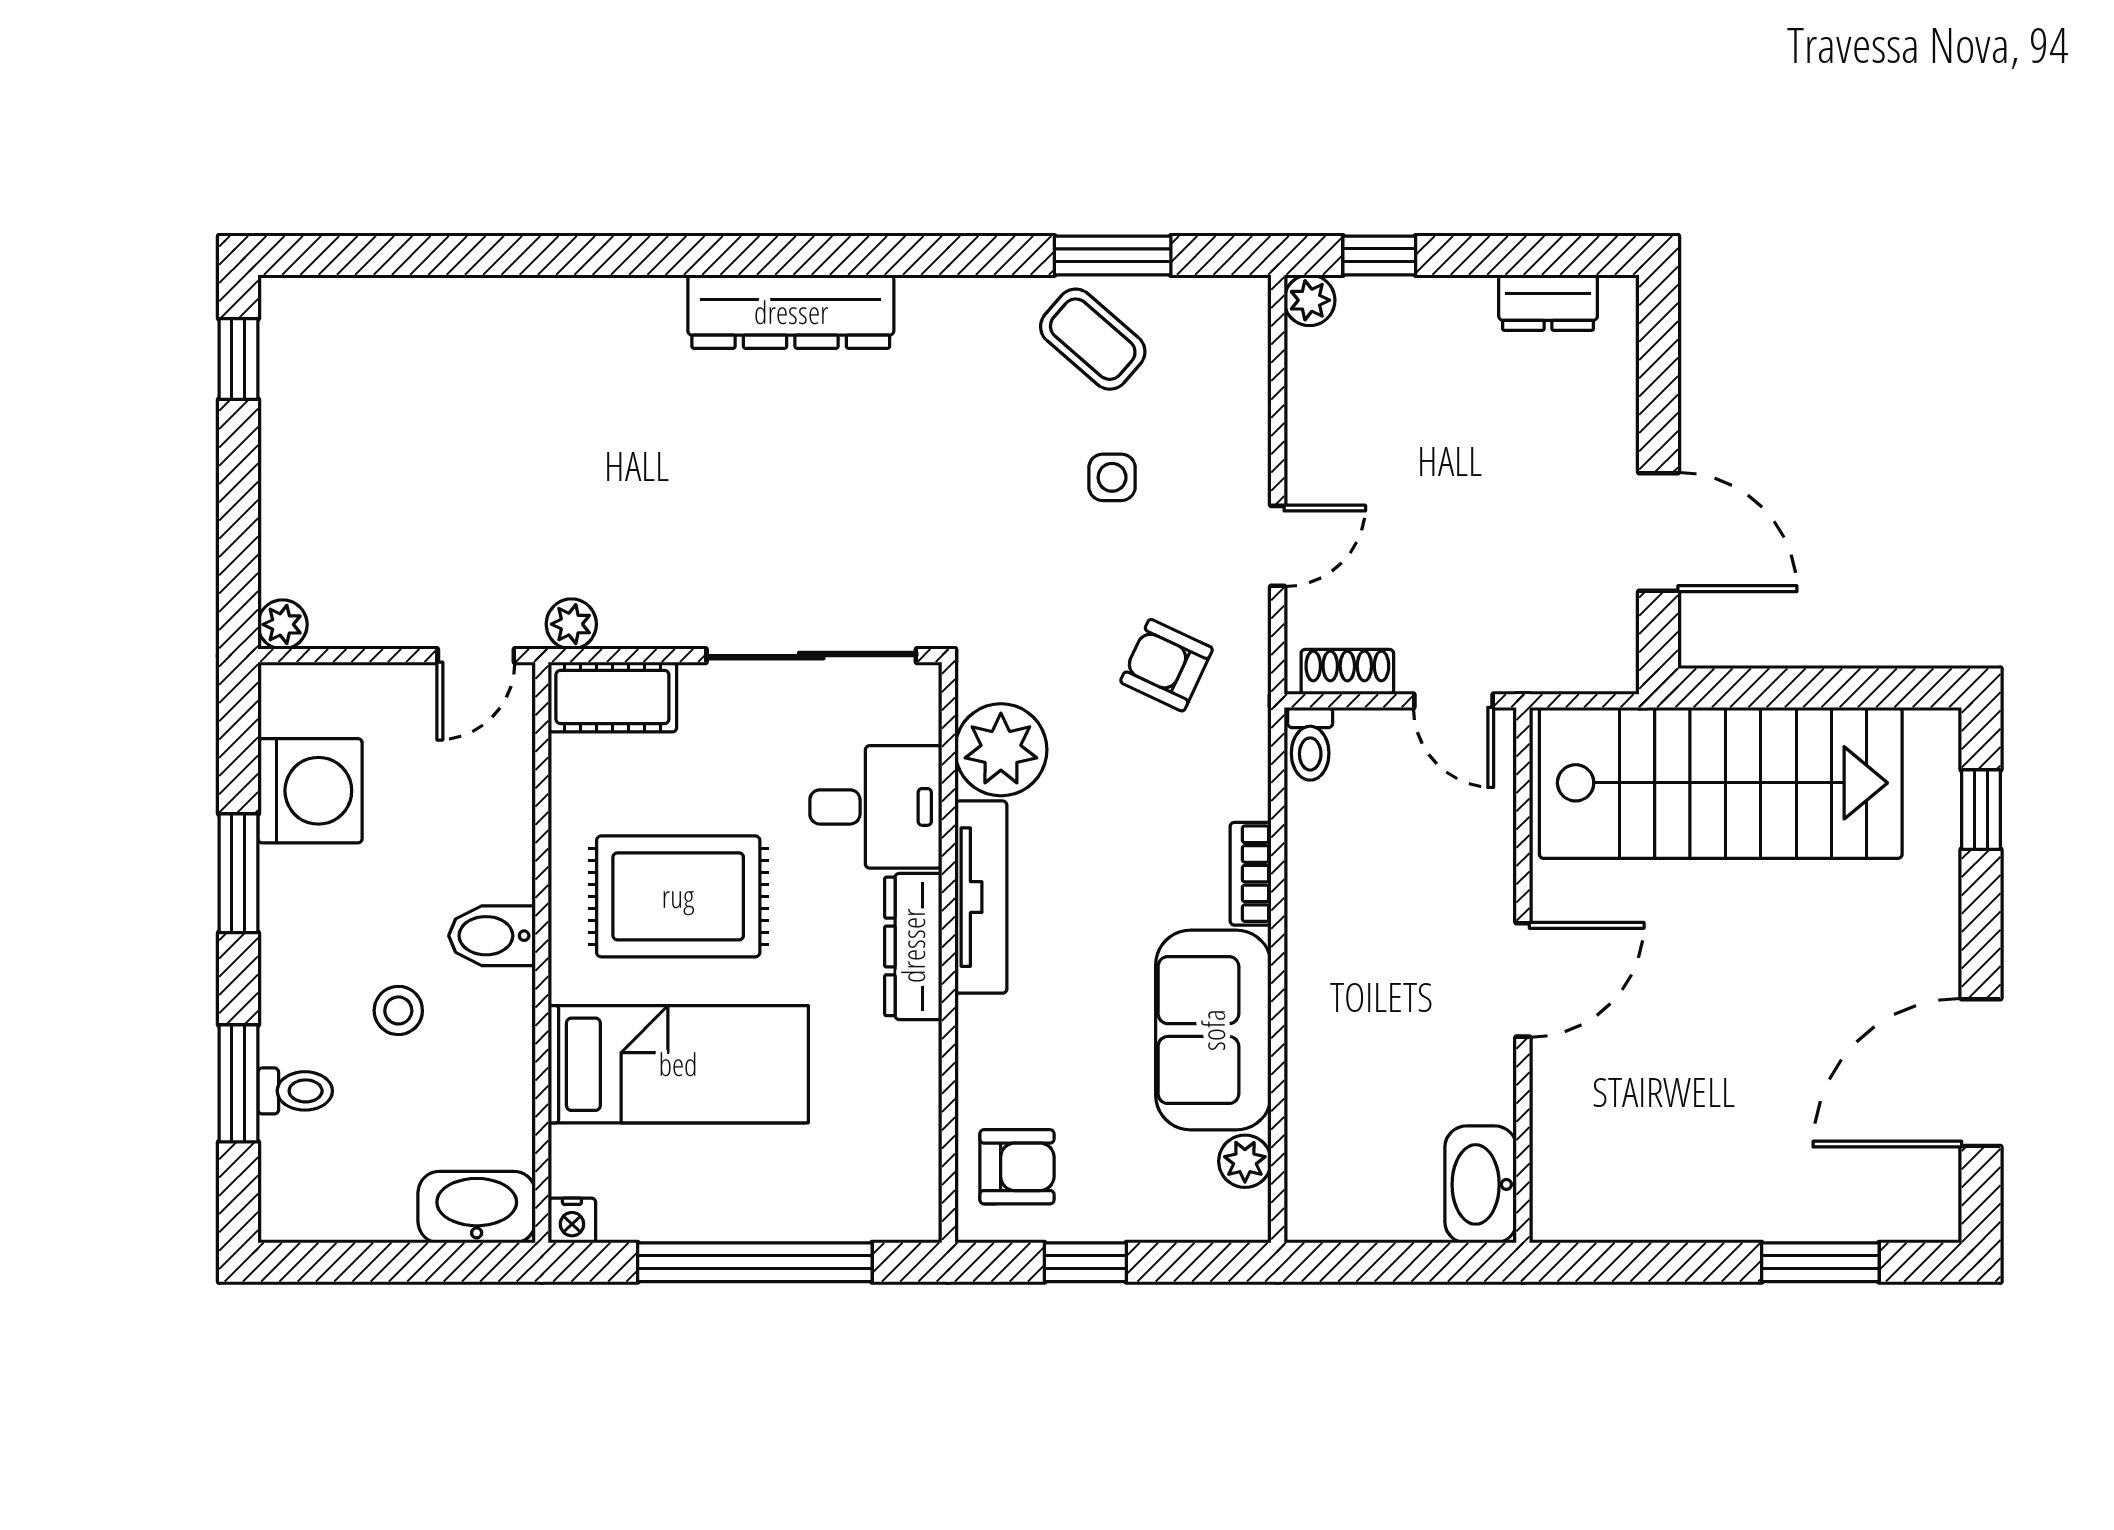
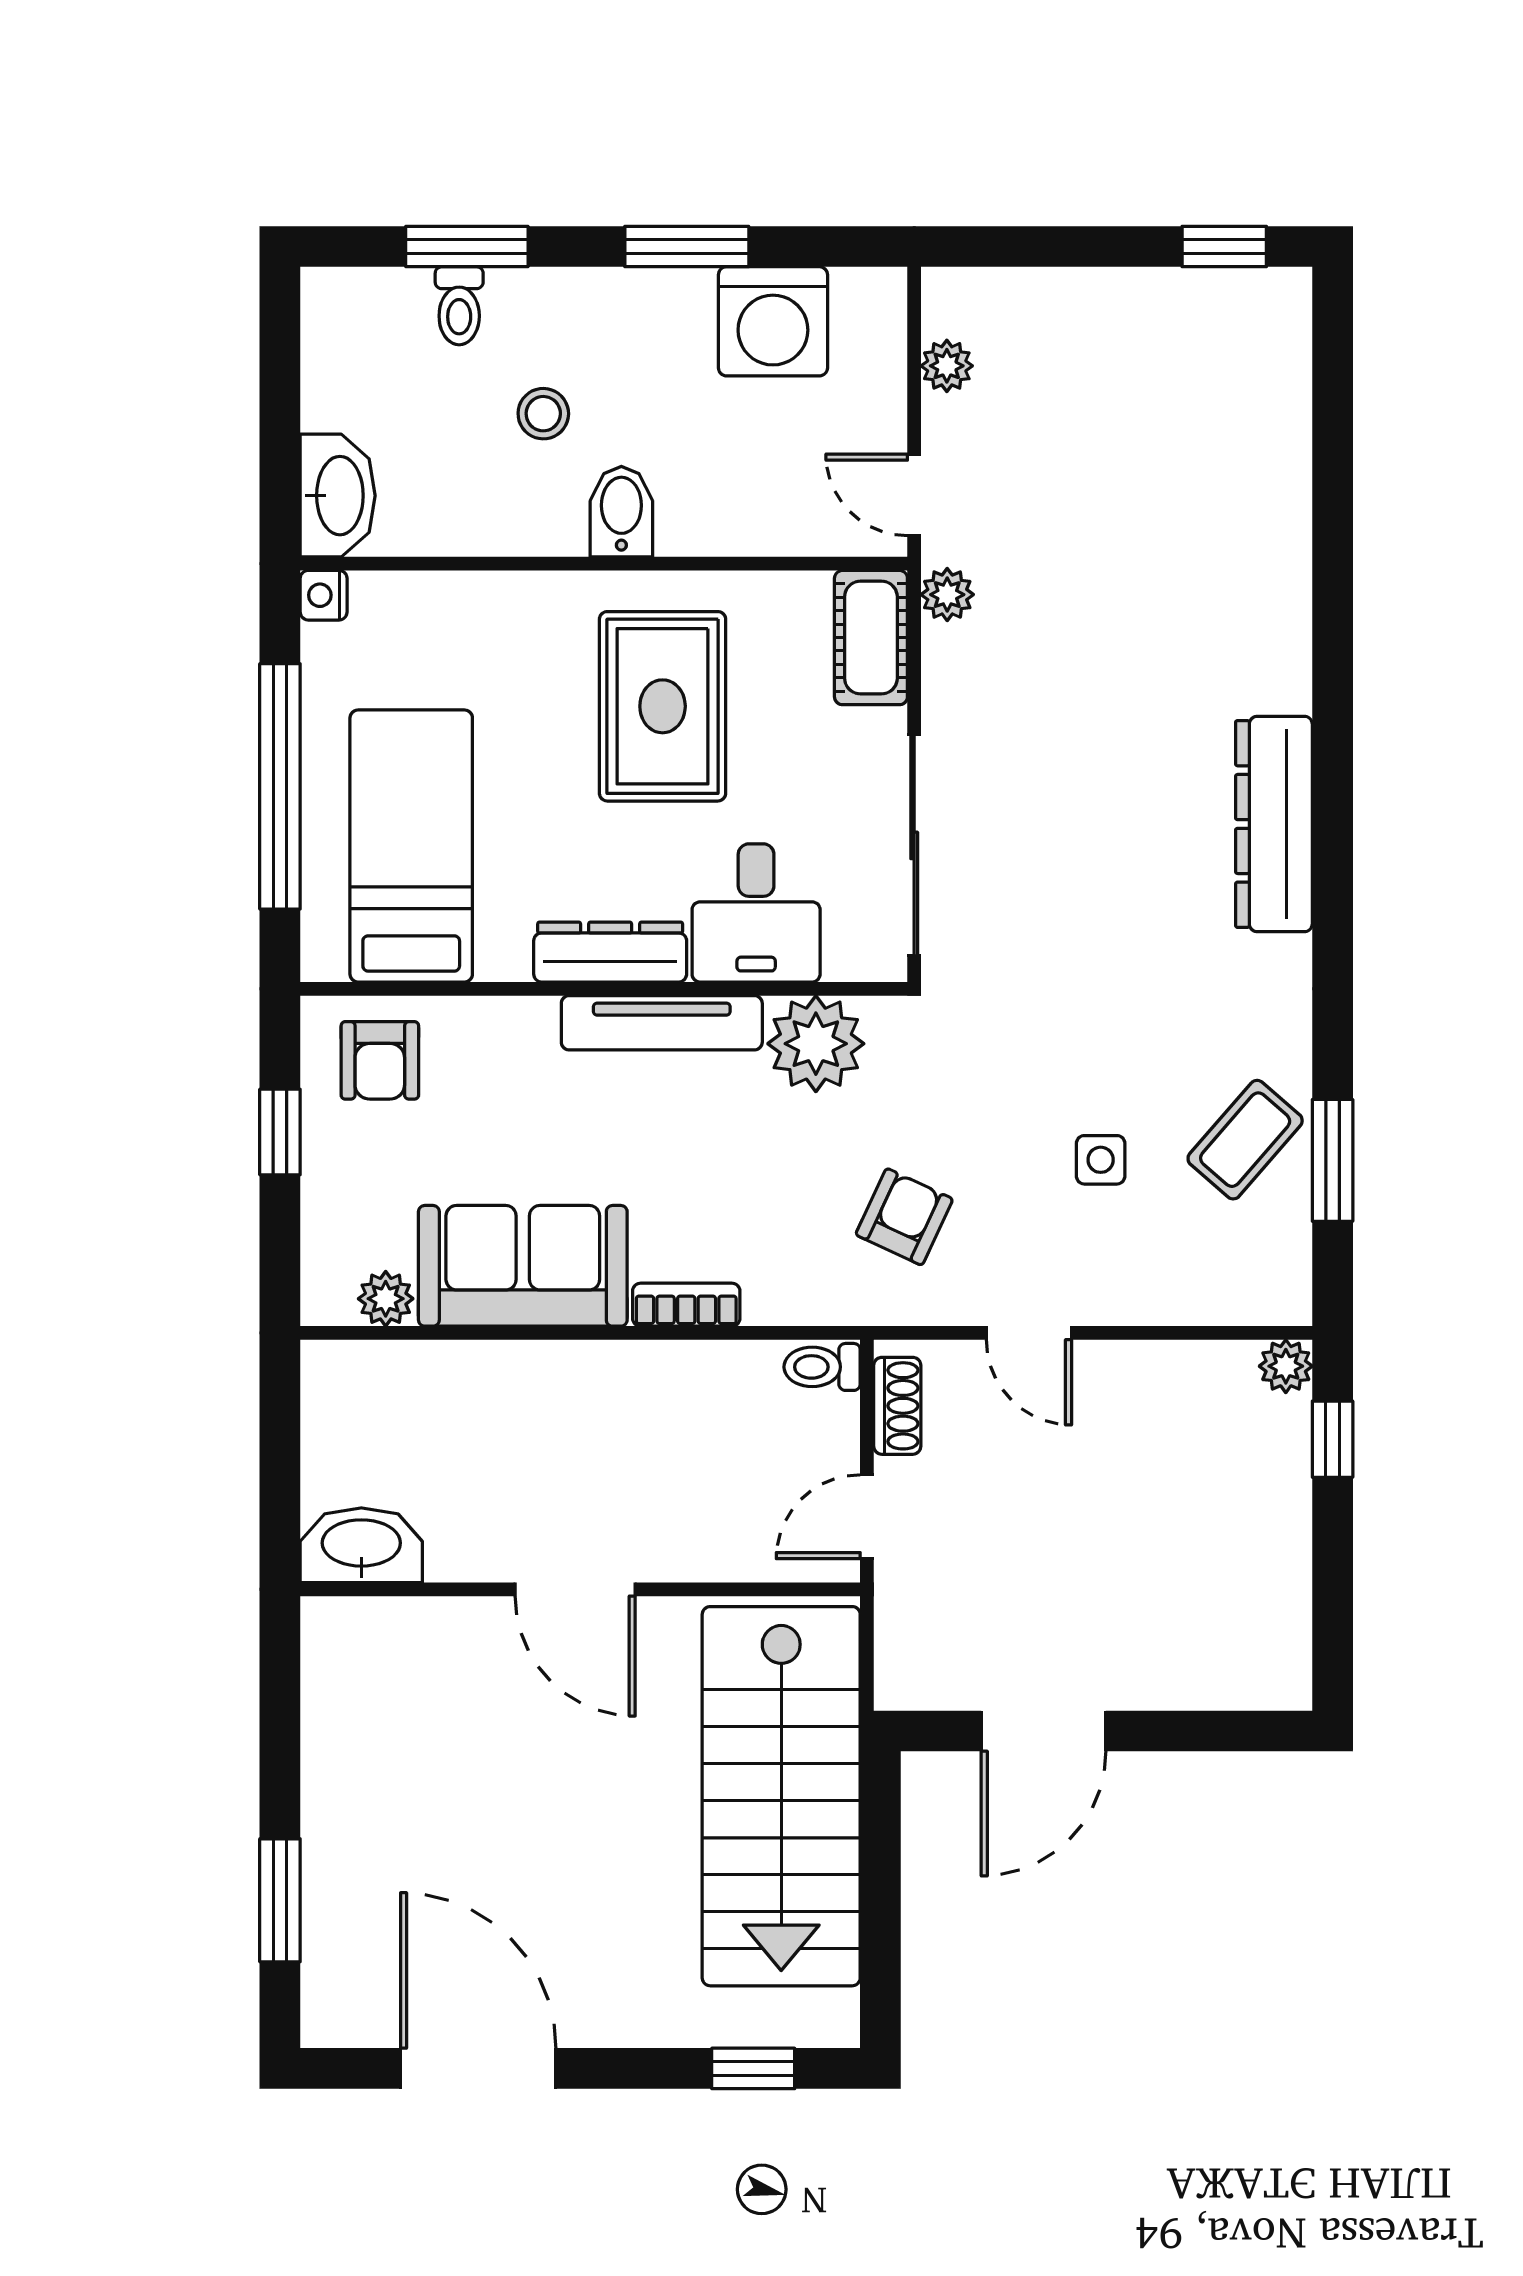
dresser: (1548, 303) -> (1283, 1616), removed
plant: (282, 624) -> (947, 366), moved
bed: (678, 1064) -> (411, 846), moved, turned 180

